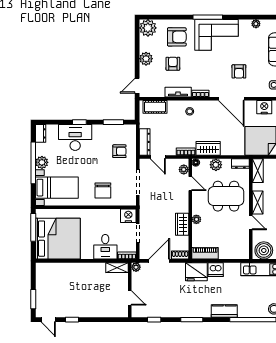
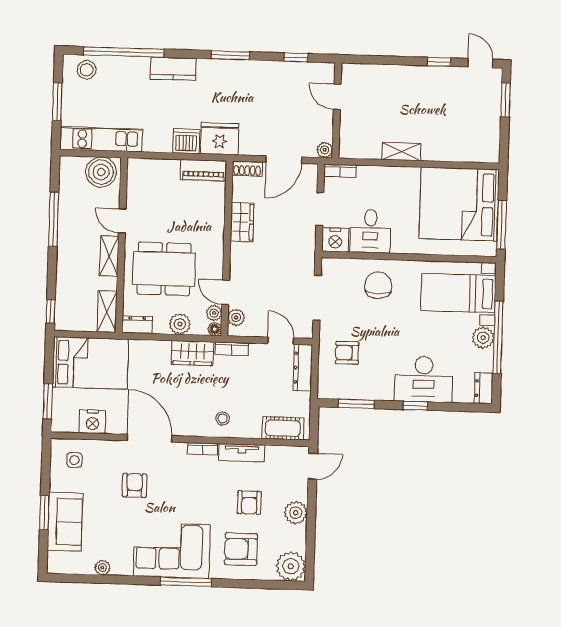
plant: (196, 219) -> (214, 313), moved
desk: (105, 247) -> (370, 231), moved, turned 180
shelving: (117, 268) -> (401, 152), moved

